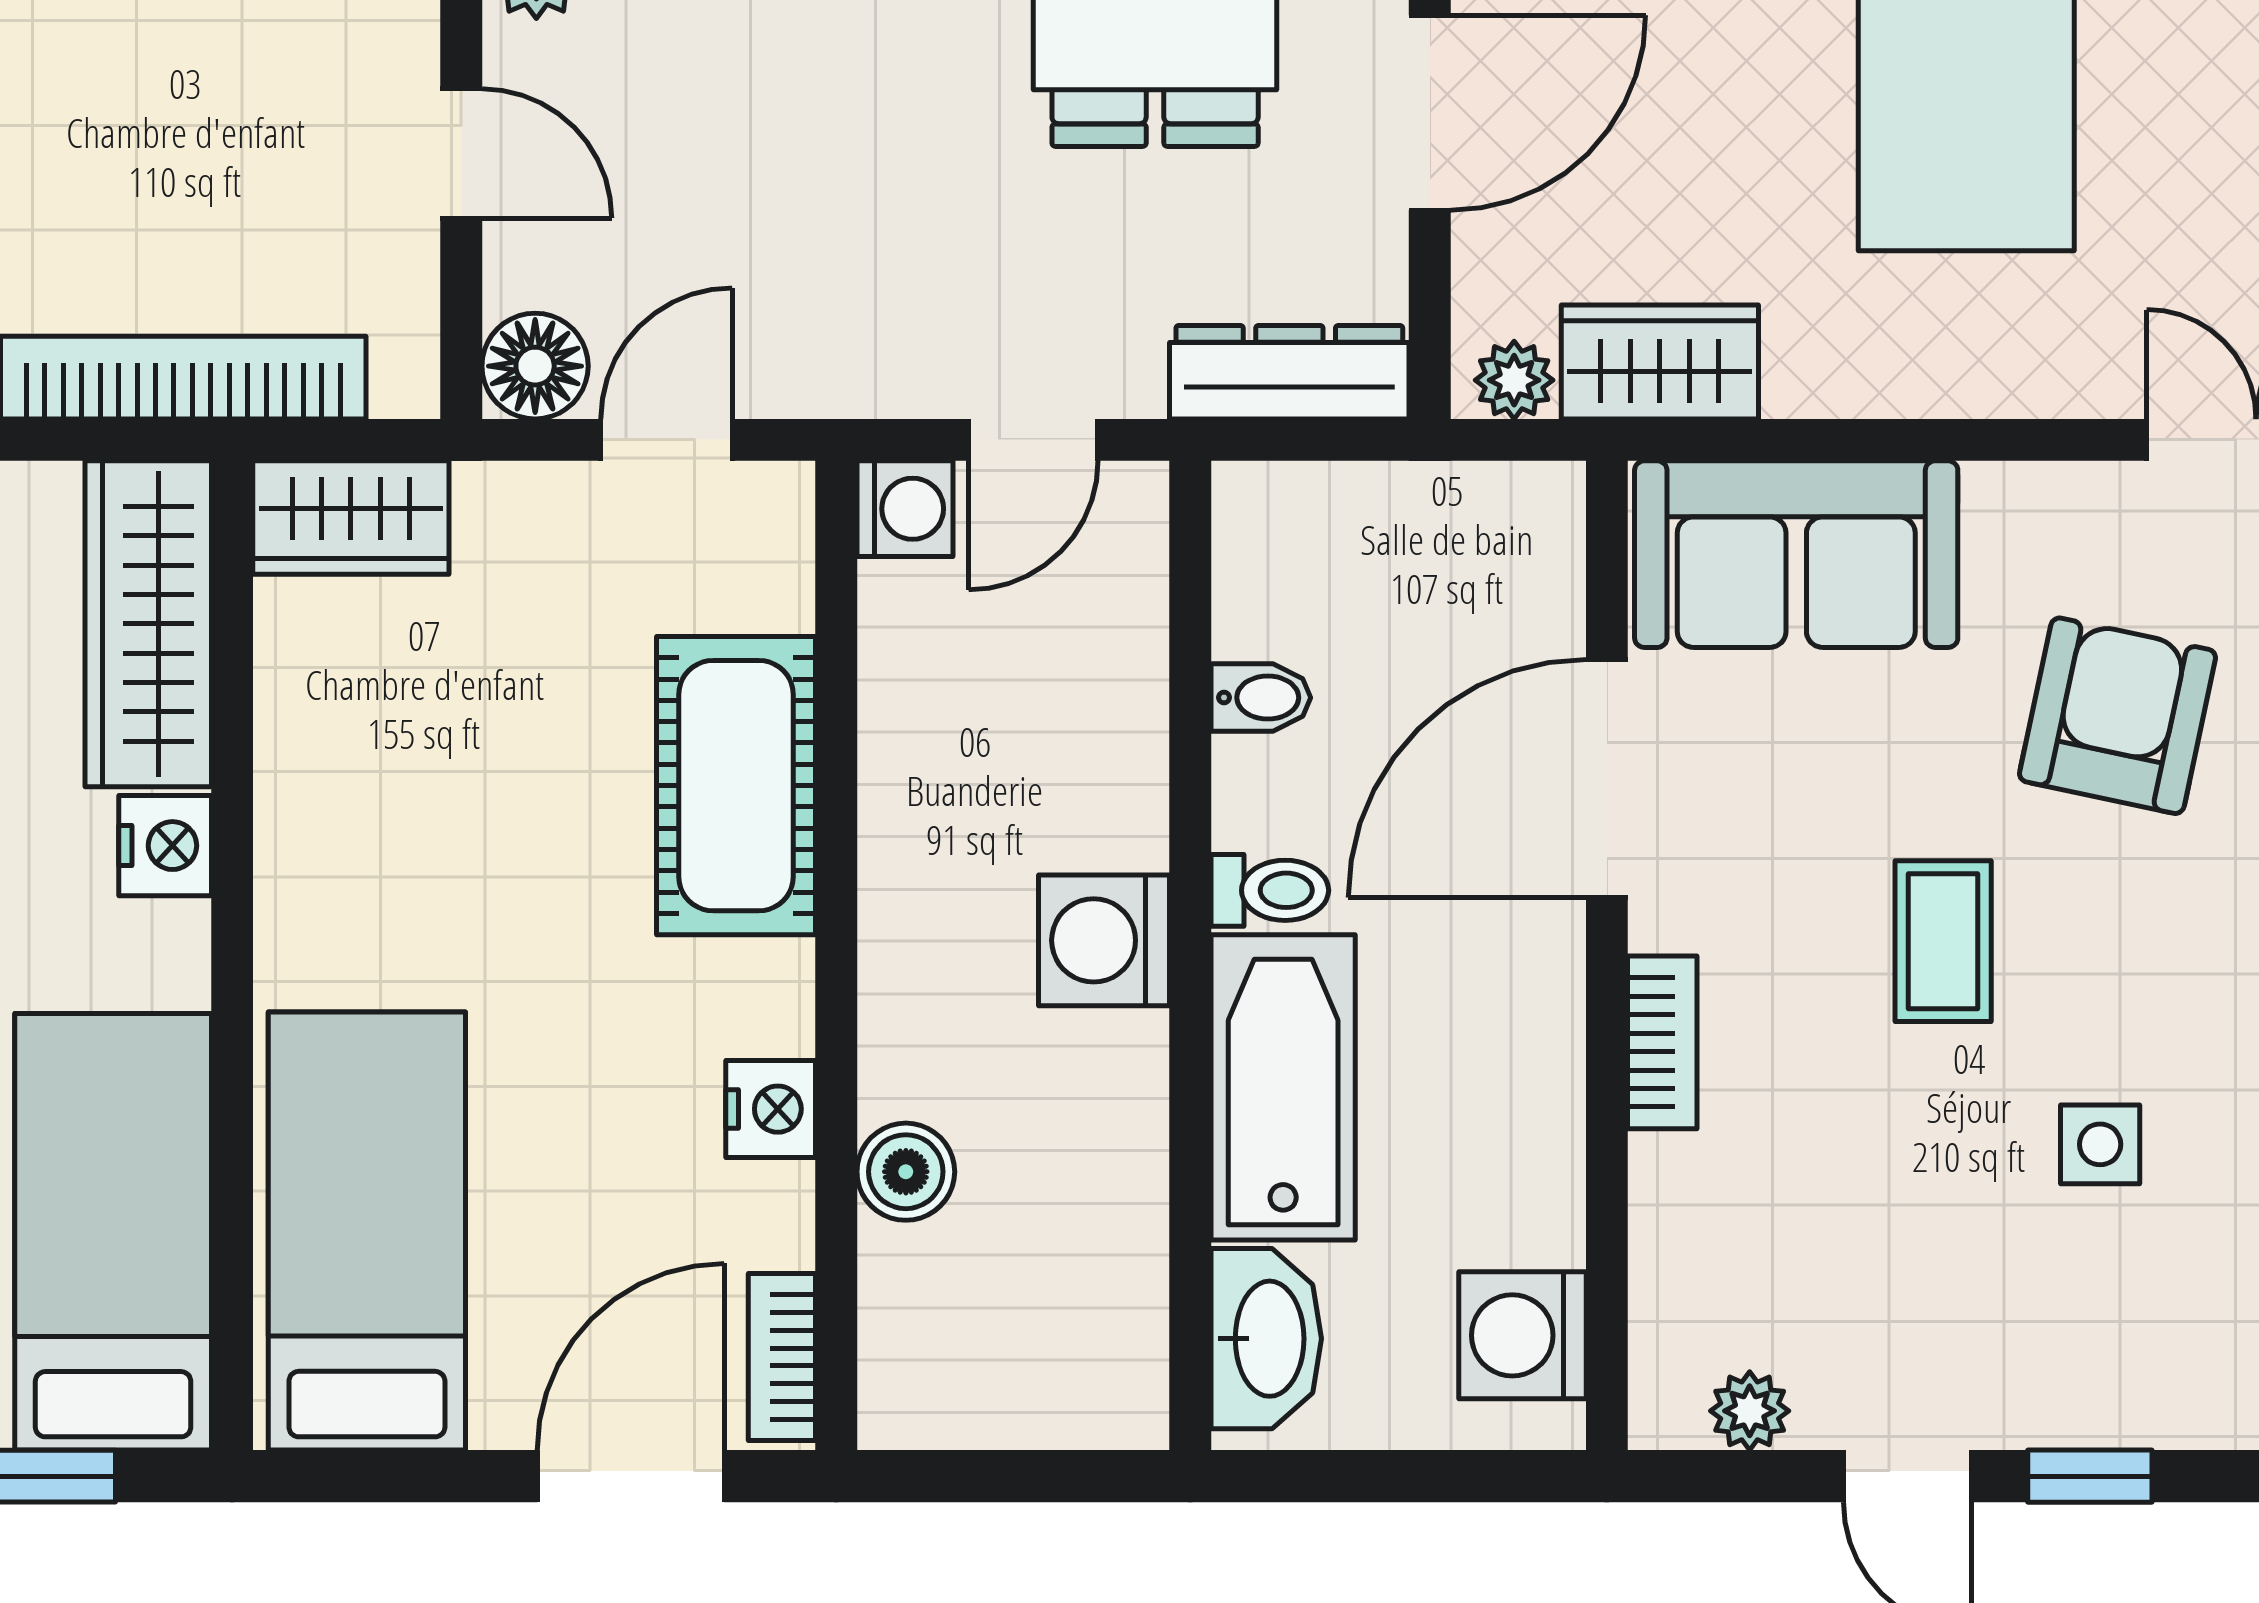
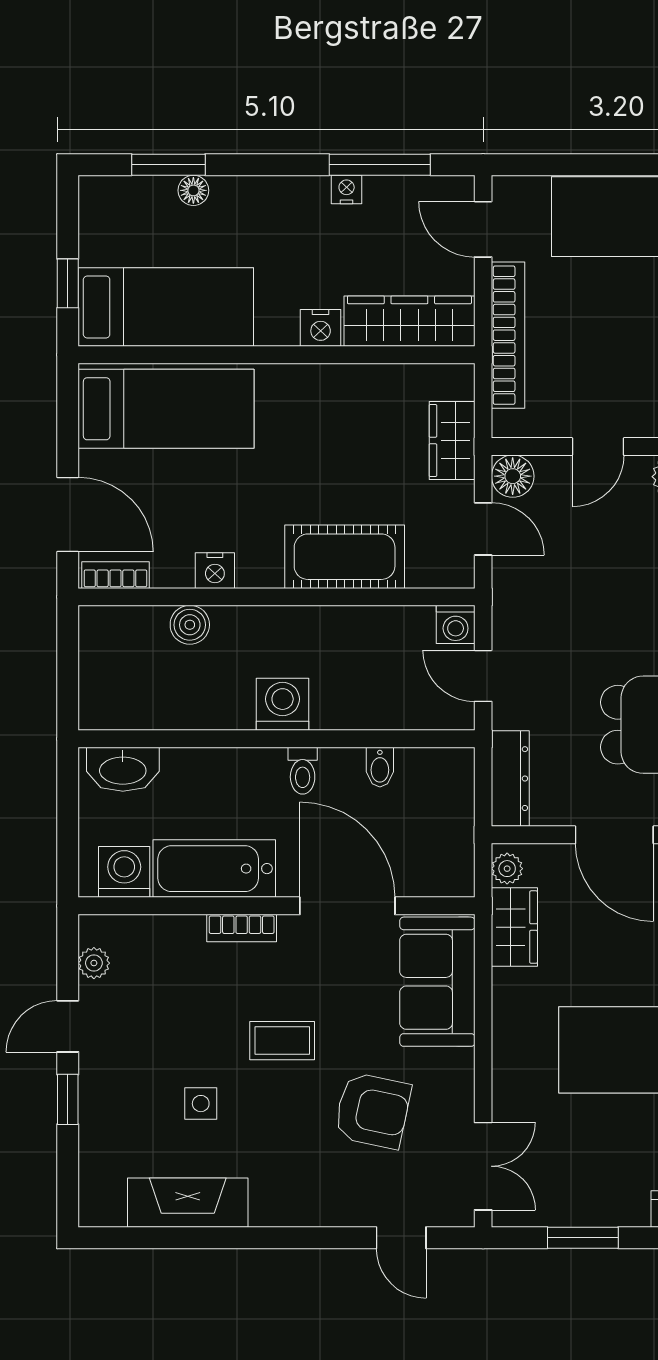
wardrobe: (351, 518) -> (452, 440), moved
bathtub: (1283, 1087) -> (214, 869), moved, turned 180

